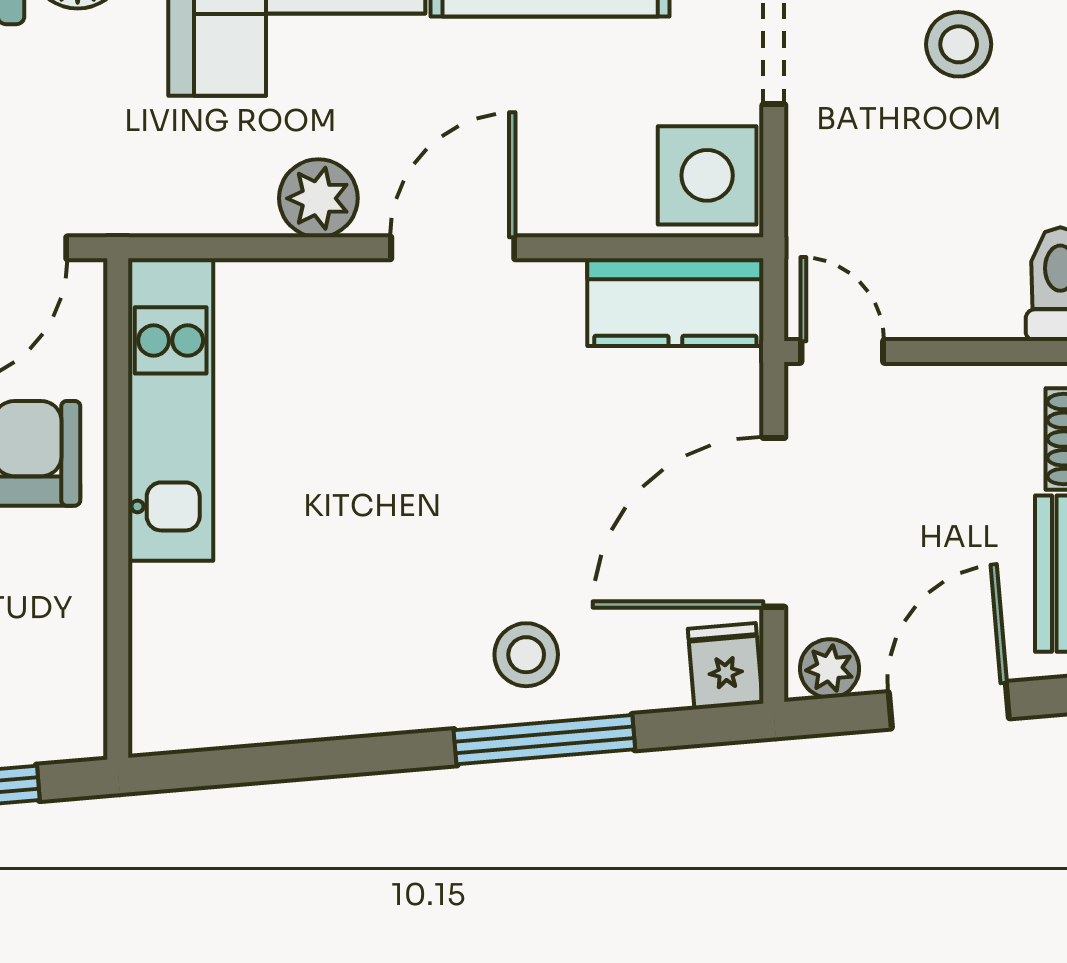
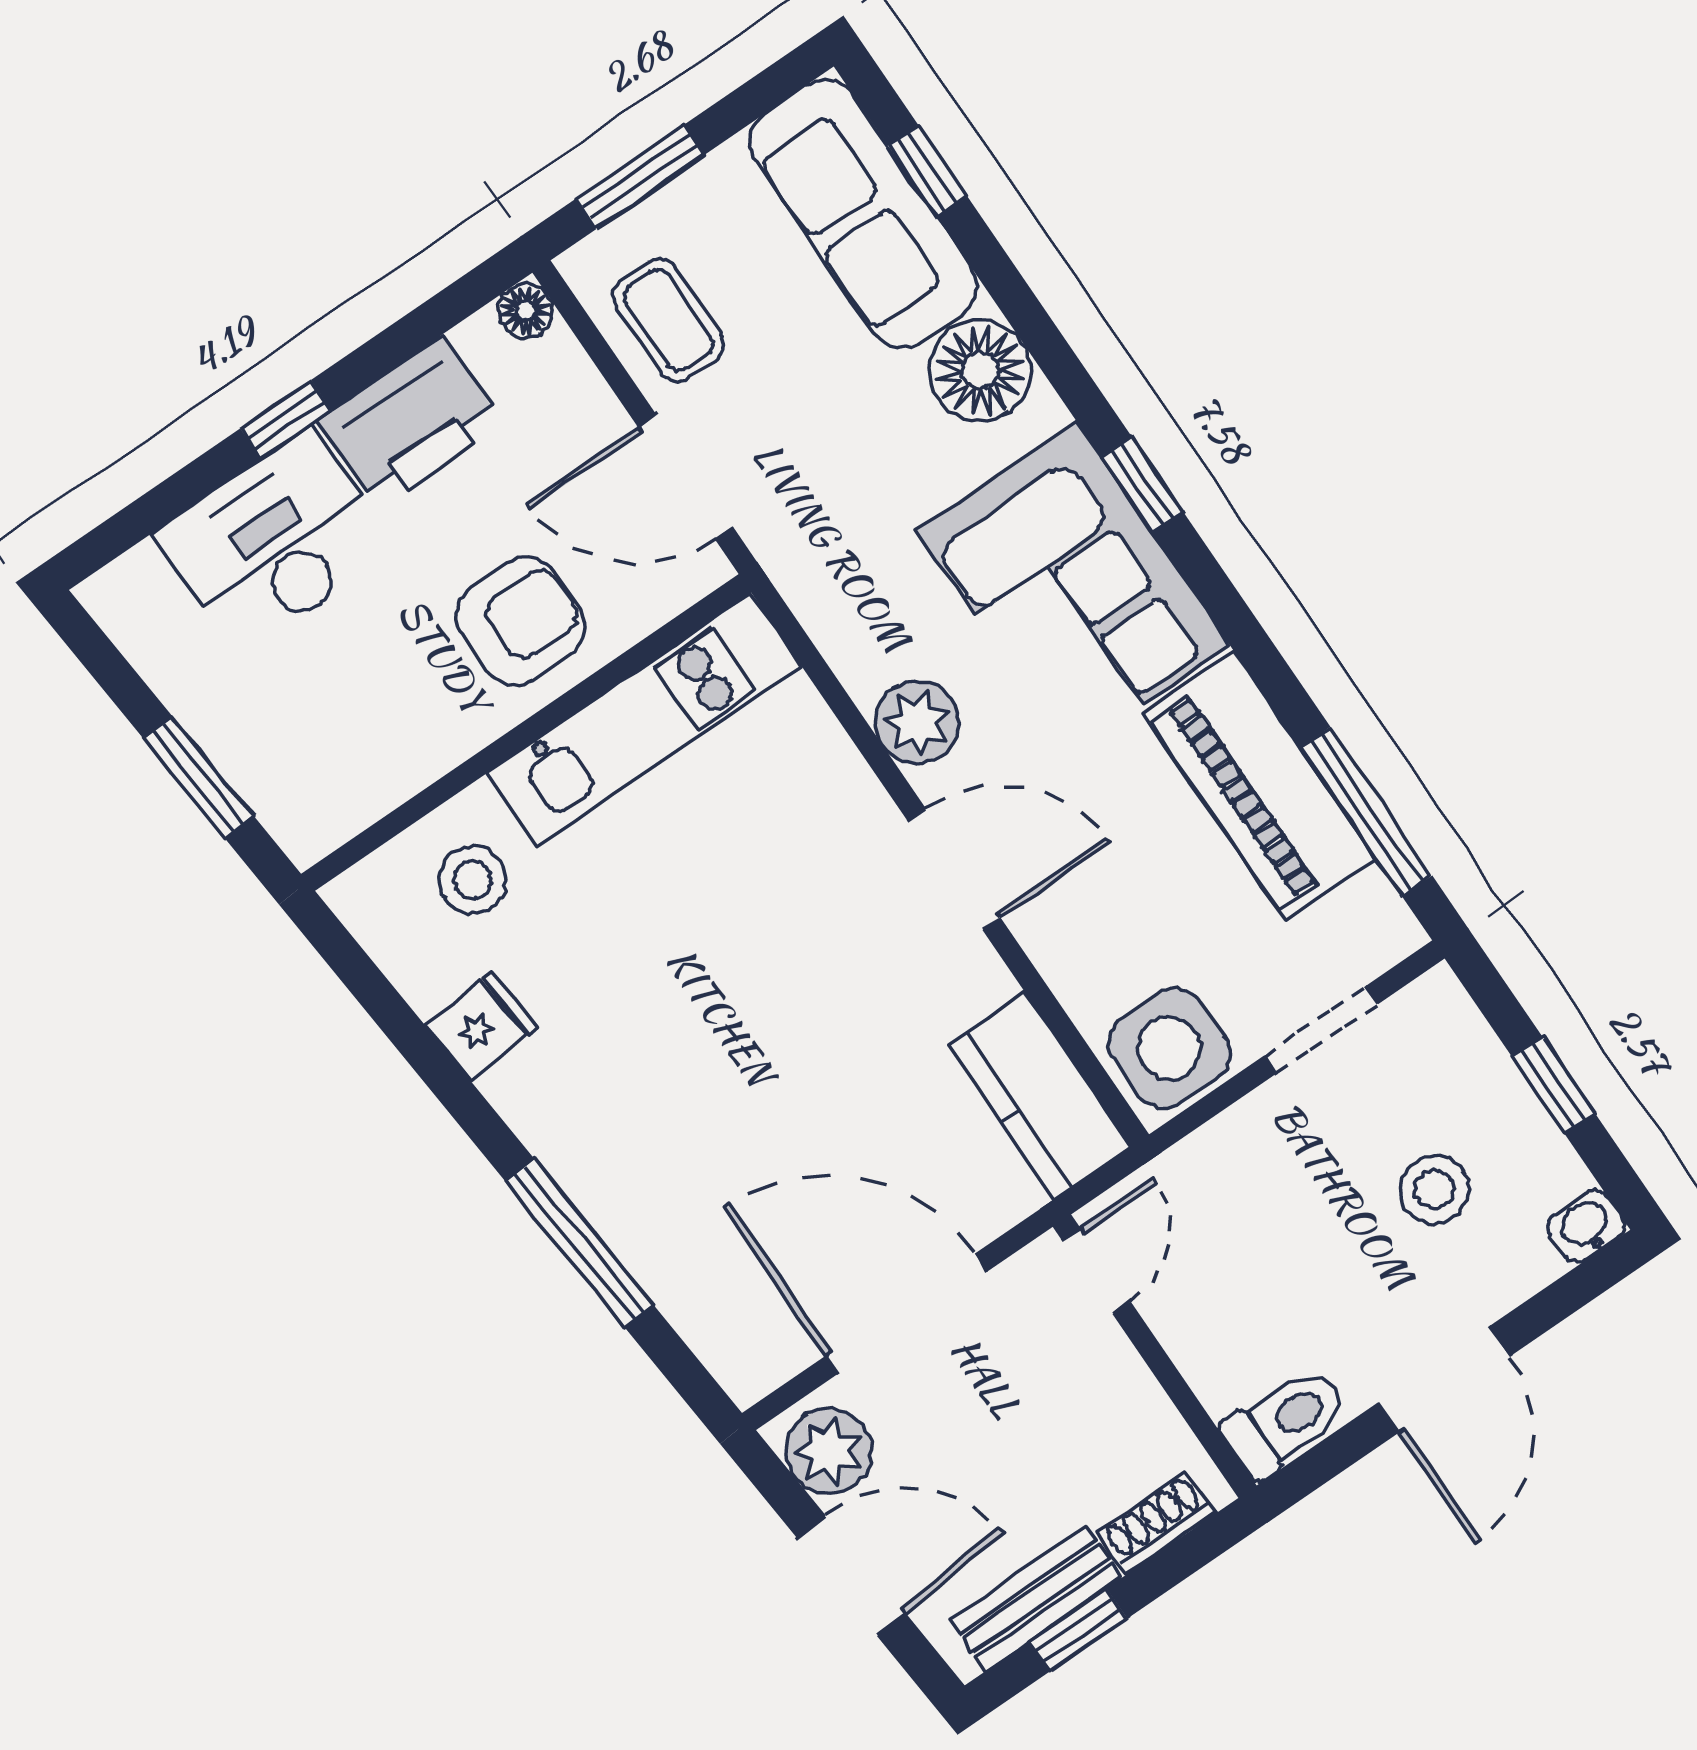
stool: (526, 655) -> (473, 880), moved
fridge: (725, 666) -> (481, 1026), moved
plant: (830, 668) -> (829, 1451), width x1.38, depth x1.38

